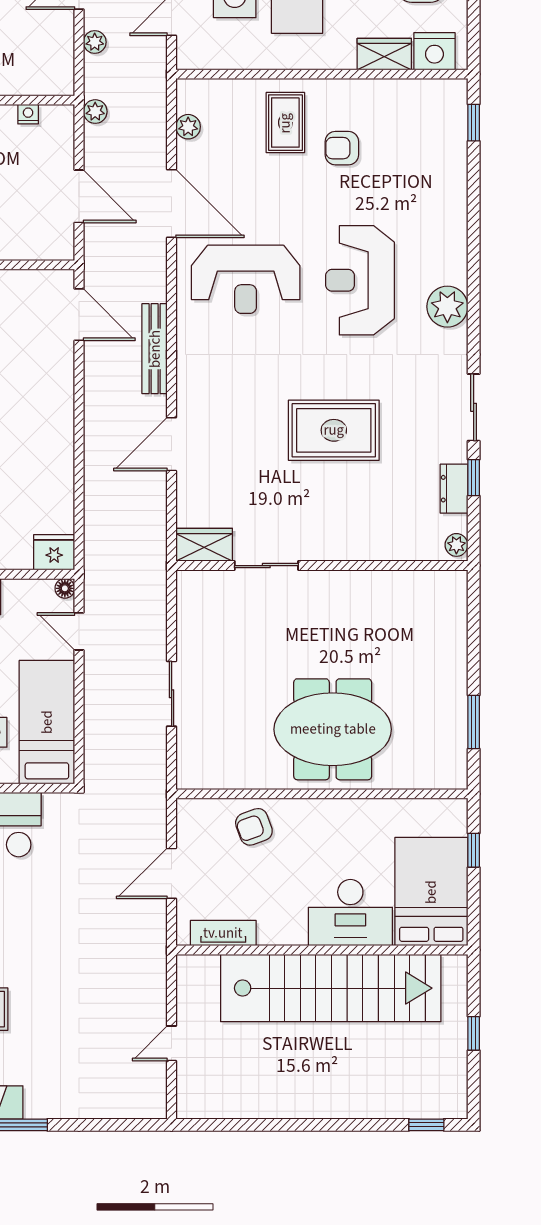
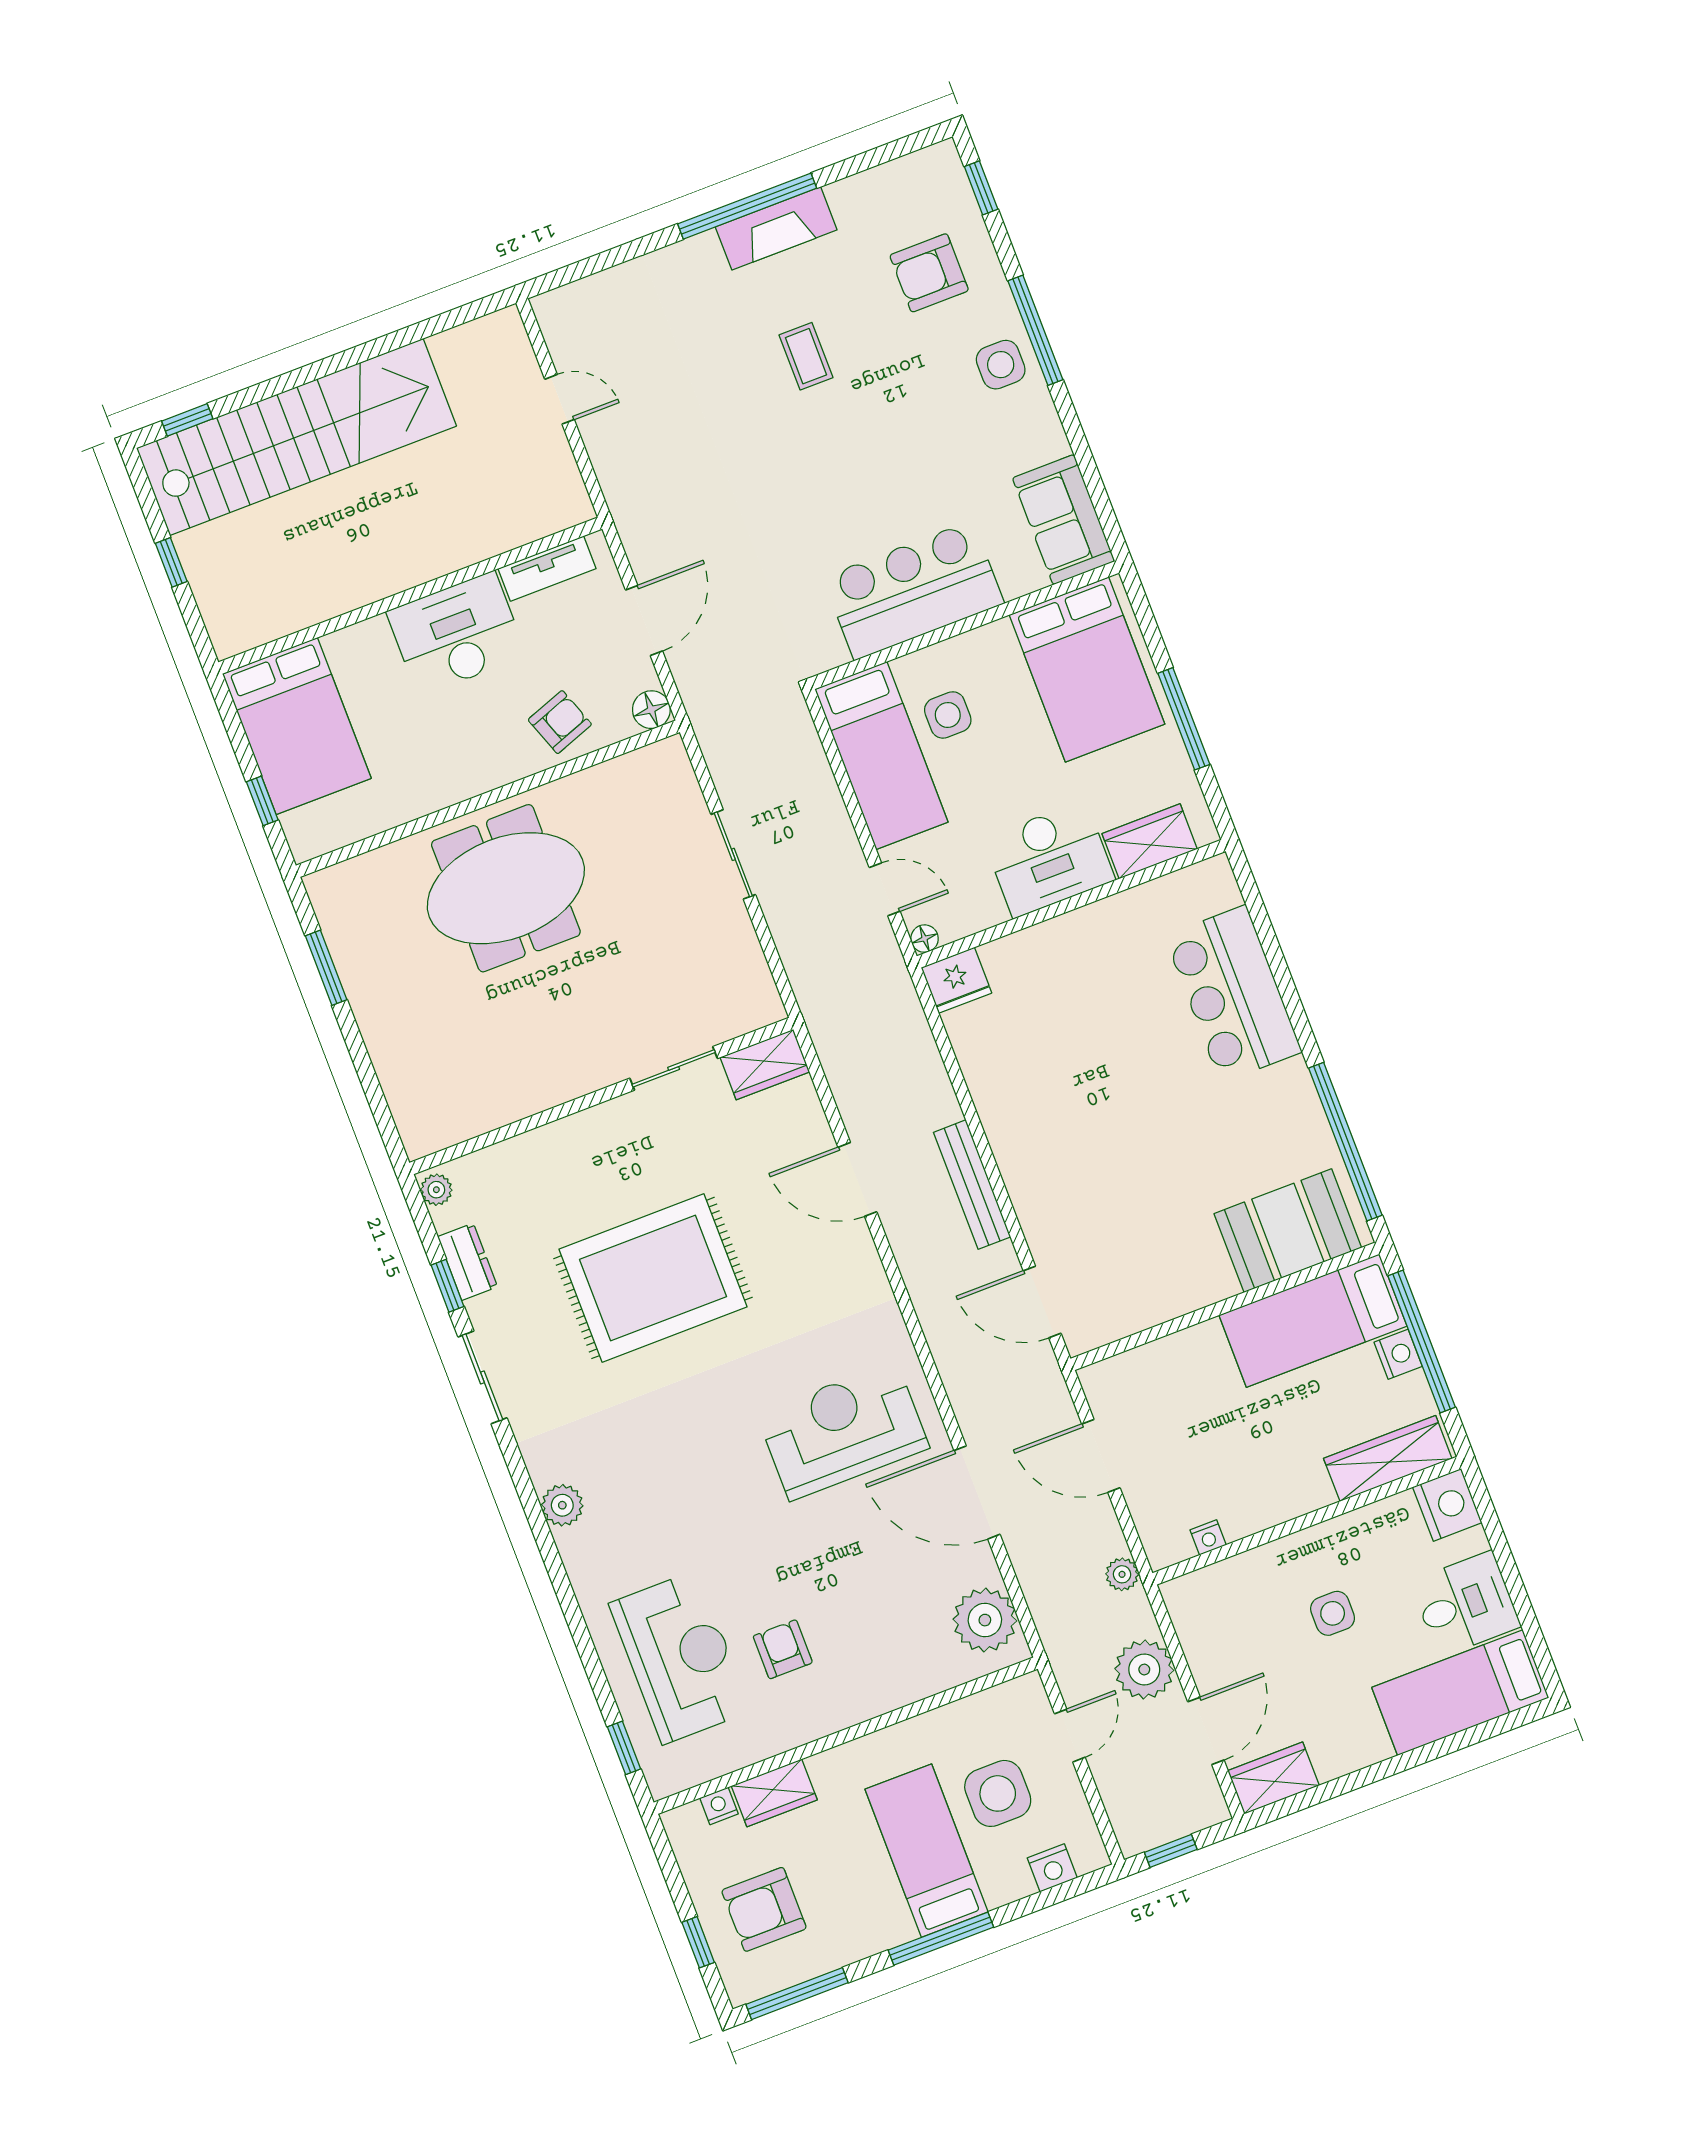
plant: (95, 42) -> (1144, 1670), width x1.88, depth x1.88
nightstand: (434, 51) -> (719, 1806), width x0.53, depth x0.56
rug: (285, 123) -> (869, 1655), removed
plant: (188, 127) -> (985, 1620), width x1.88, depth x1.88
armchair: (342, 148) -> (783, 1649), turned -90
reception desk: (360, 280) -> (680, 1657), moved
plant: (447, 307) -> (562, 1505), width x0.73, depth x0.73
bench: (155, 349) -> (972, 1185), moved
rug: (334, 430) -> (653, 1278), width x1.37, depth x1.44
door: (172, 444) -> (857, 1179), swing flipped
floor lamp: (189, 812) -> (651, 710), added
desk: (350, 913) -> (457, 634), moved
stairs: (331, 988) -> (296, 437), moved, turned 180
door: (172, 1043) -> (560, 399), hinge flipped

